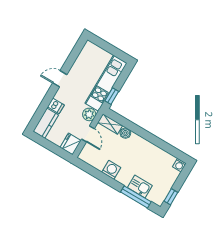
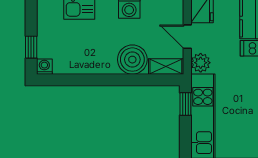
boiler: (125, 133) -> (132, 60), width x1.86, depth x1.86
window: (171, 197) -> (31, 47), moved

